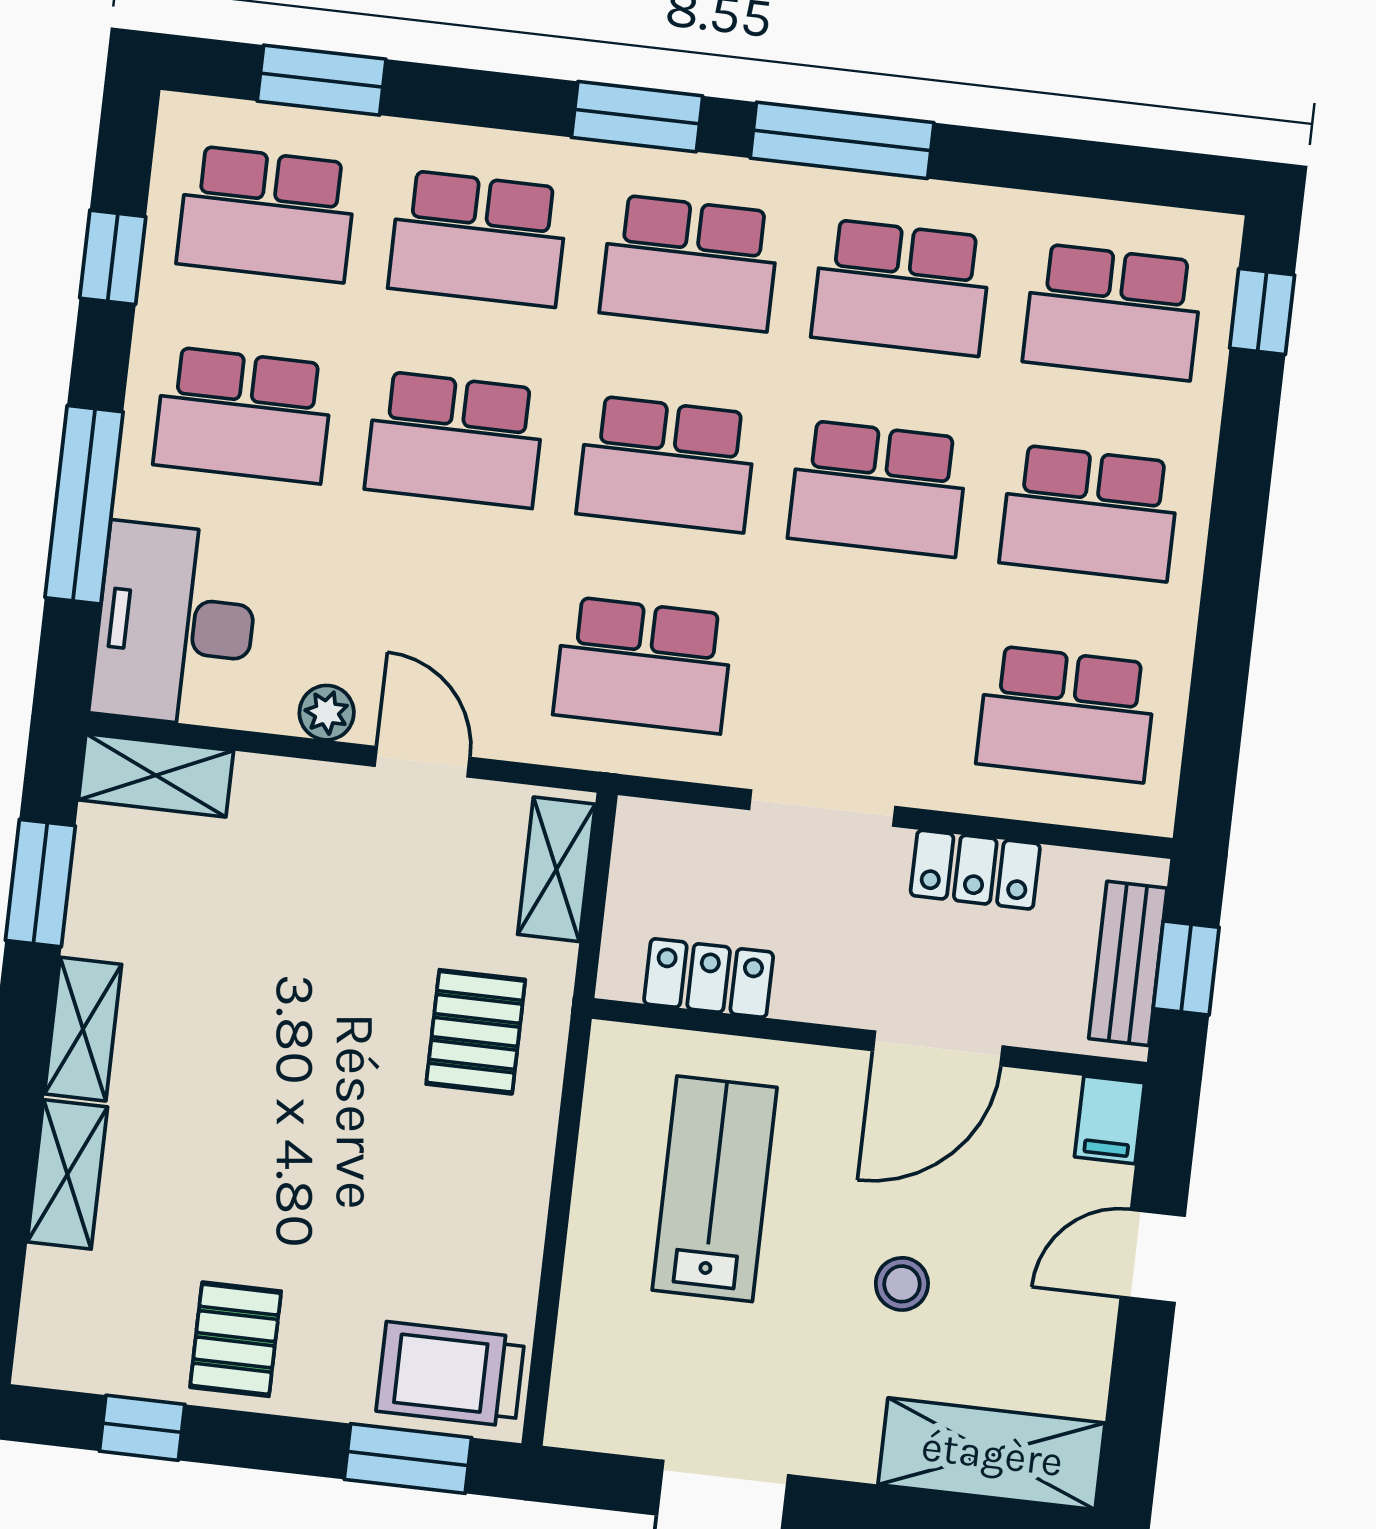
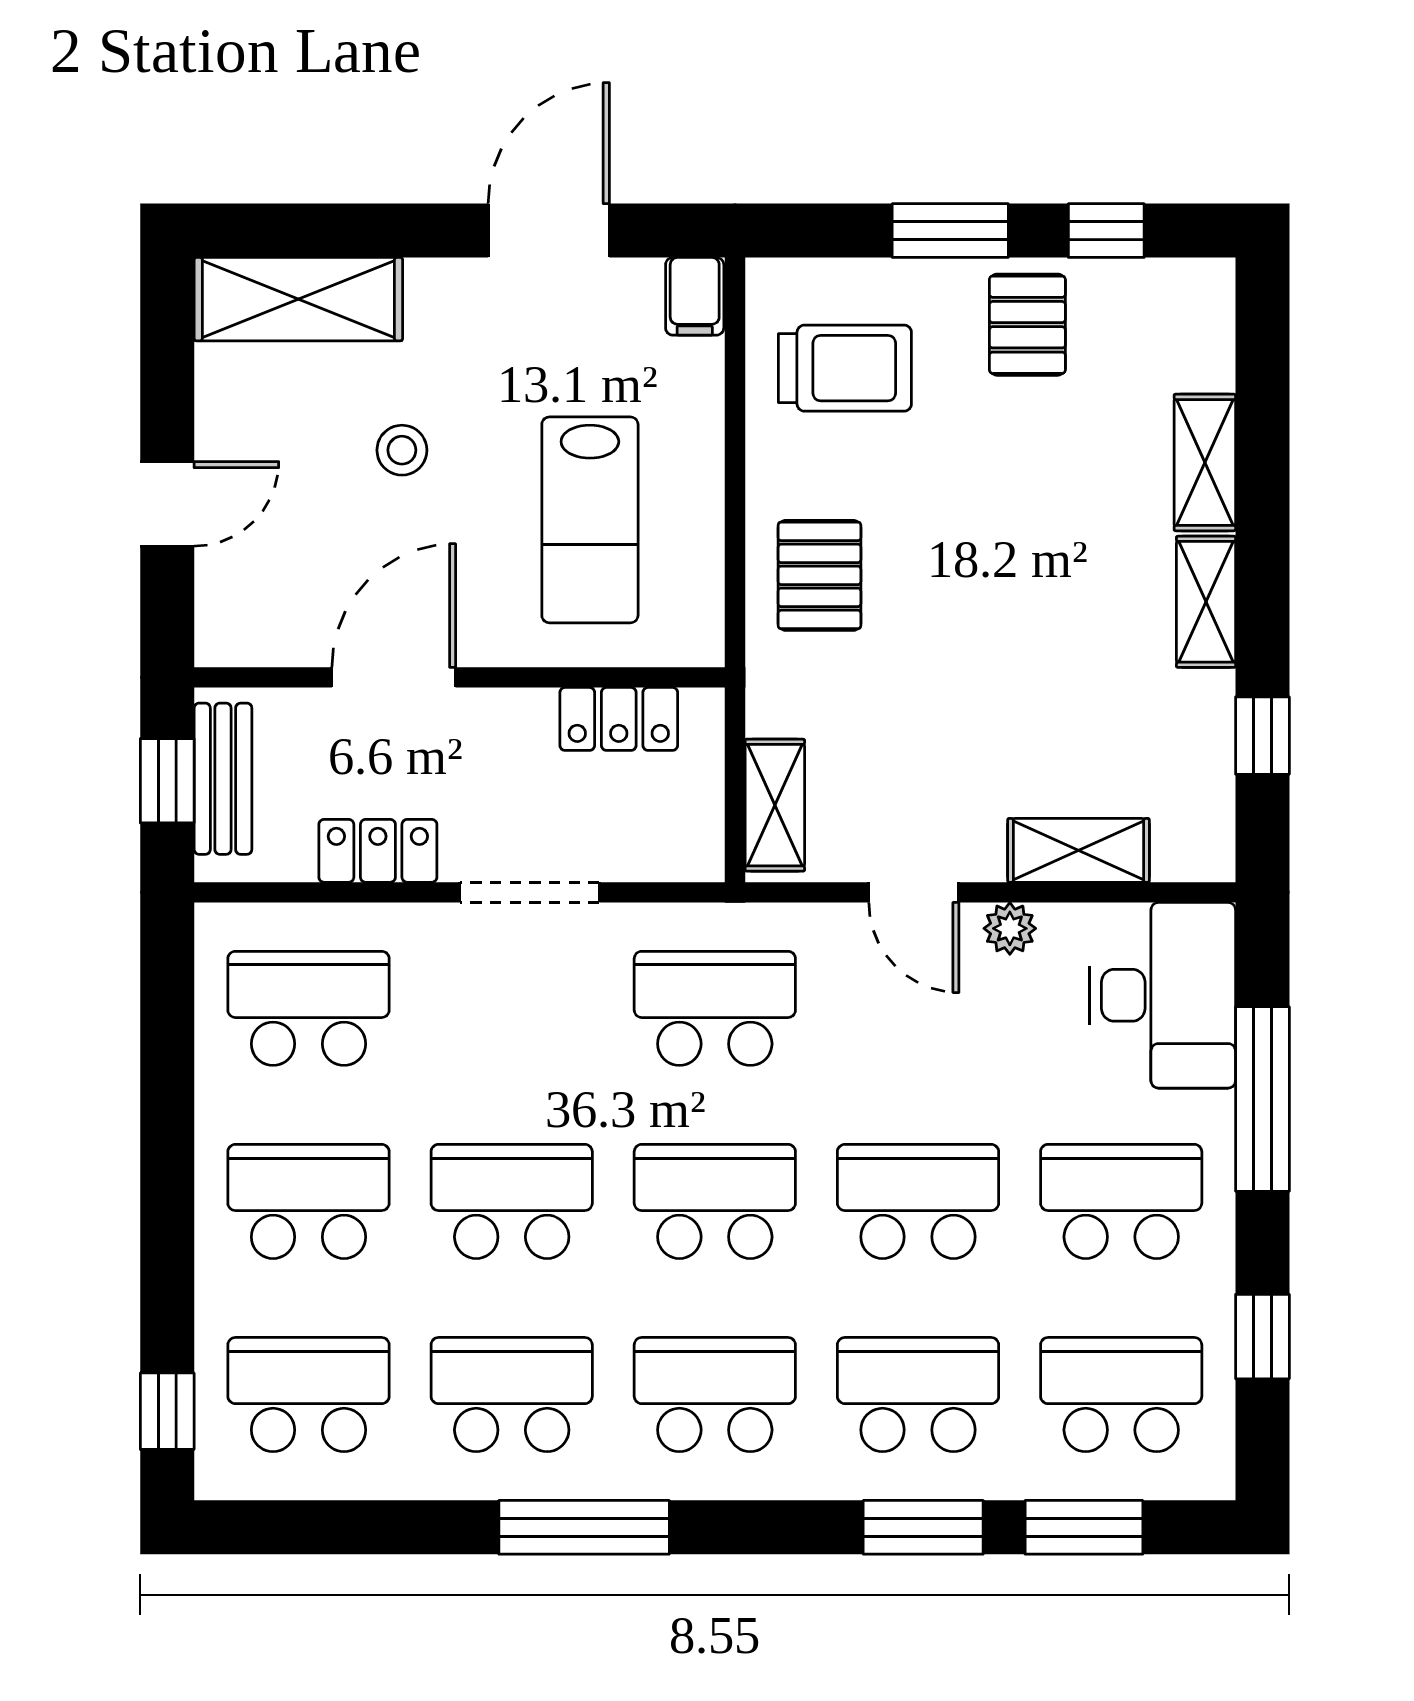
window: (637, 117) -> (923, 1527), moved
shelving: (156, 775) -> (1078, 850), moved
window: (40, 883) -> (1262, 736), width x0.67
pallet: (476, 1032) -> (819, 575), moved
filing cabinet: (1109, 1120) -> (695, 296), moved, turned 180
trolley: (450, 1374) -> (845, 368), moved
window: (408, 1459) -> (950, 231), moved

